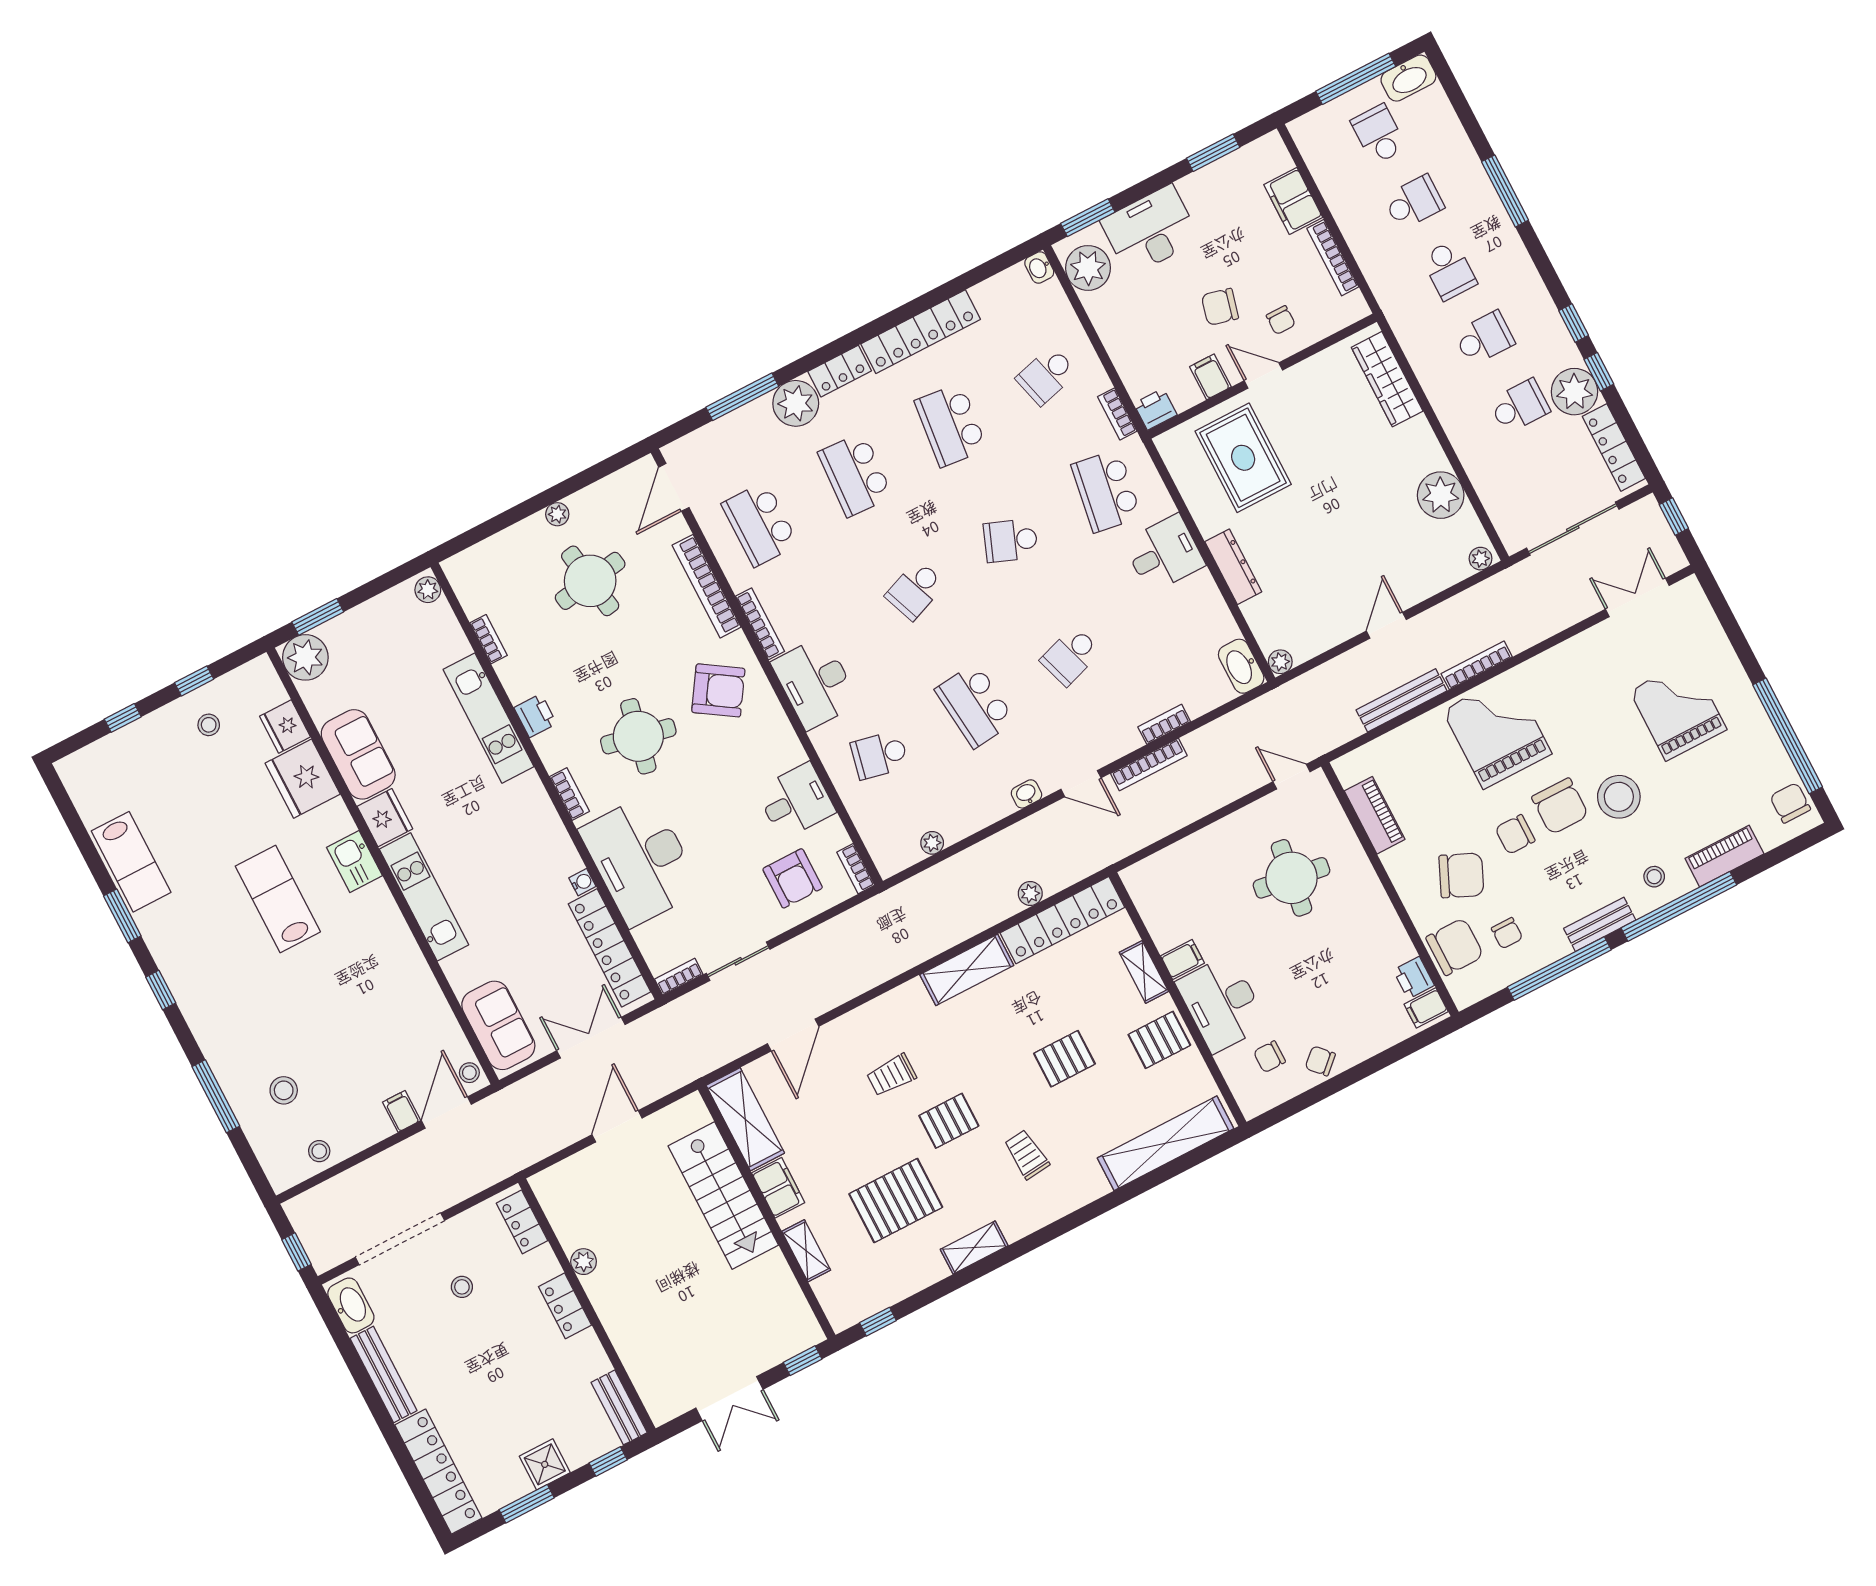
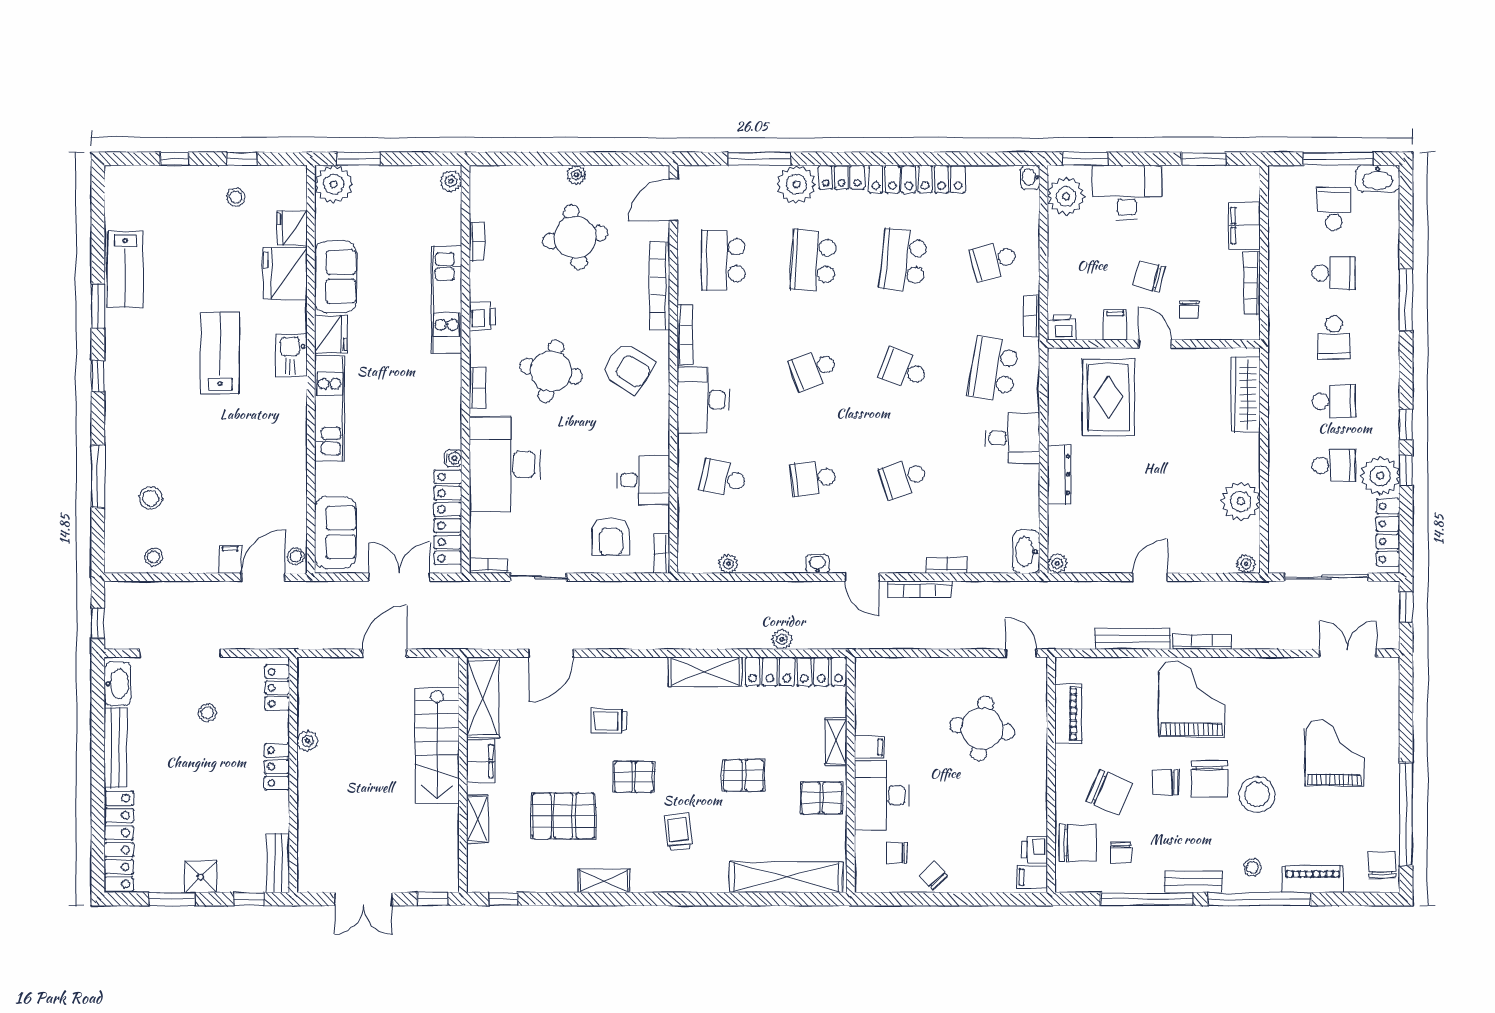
school desk: (975, 705) -> (813, 478), width x0.54

